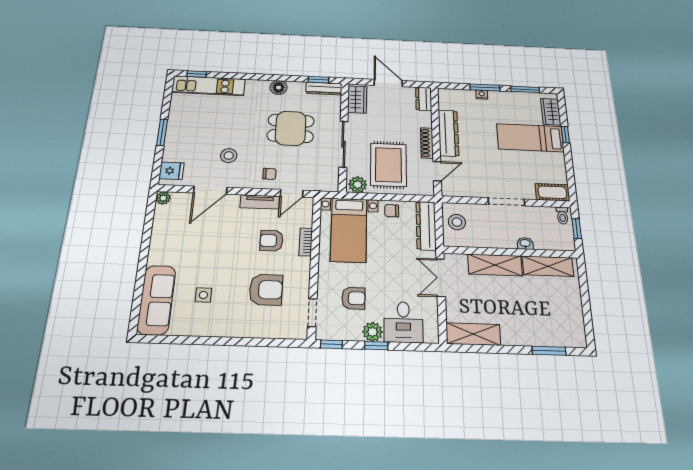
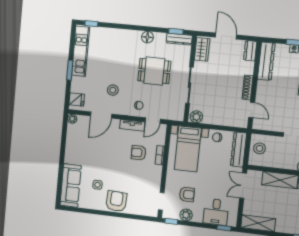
kitchen unit: (209, 86) -> (80, 51), moved, turned -90
dresser: (448, 133) -> (266, 61), moved
rug: (388, 165) -> (219, 103), removed
door: (437, 171) -> (252, 110), hinge flipped
armchair: (266, 290) -> (116, 201), moved, turned -87
plant: (373, 332) -> (186, 215), moved
window: (376, 346) -> (224, 228), moved

